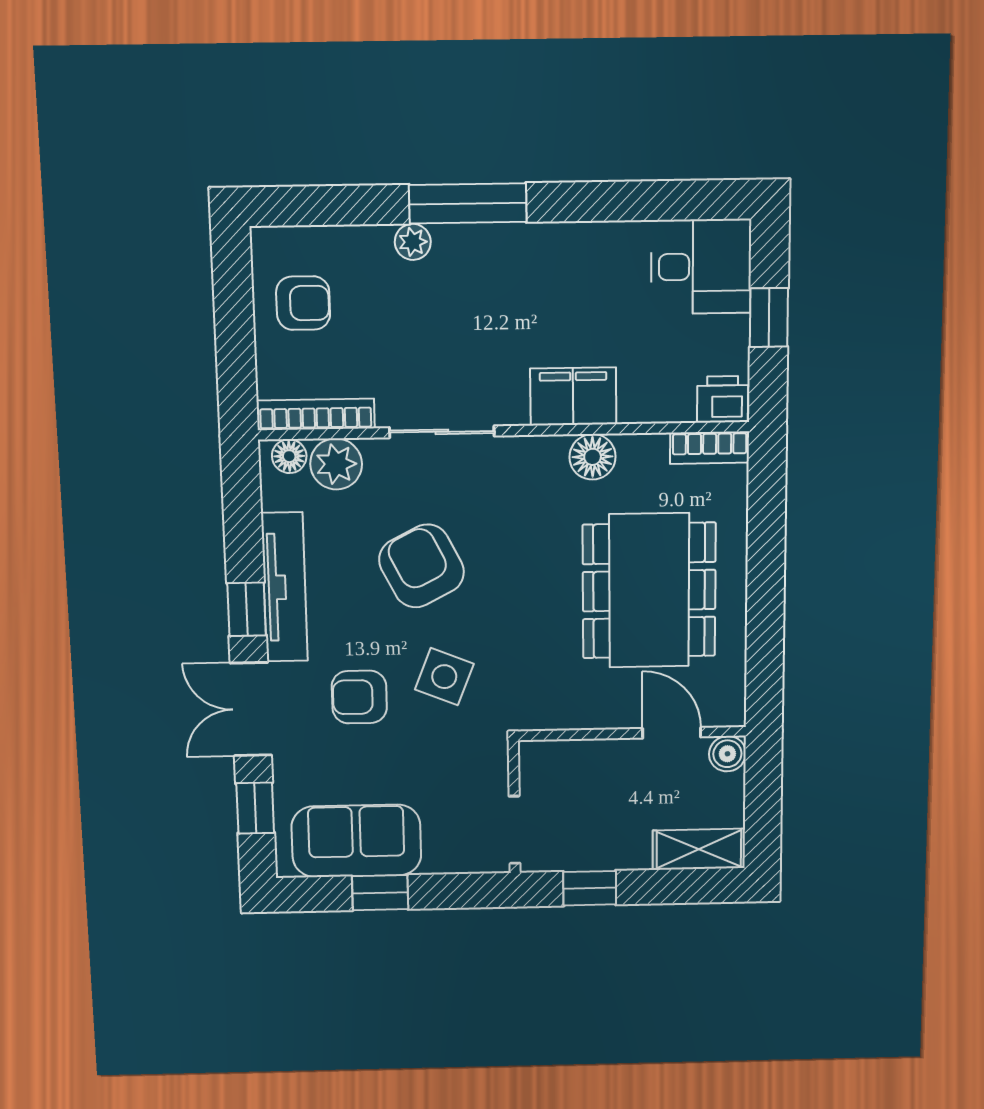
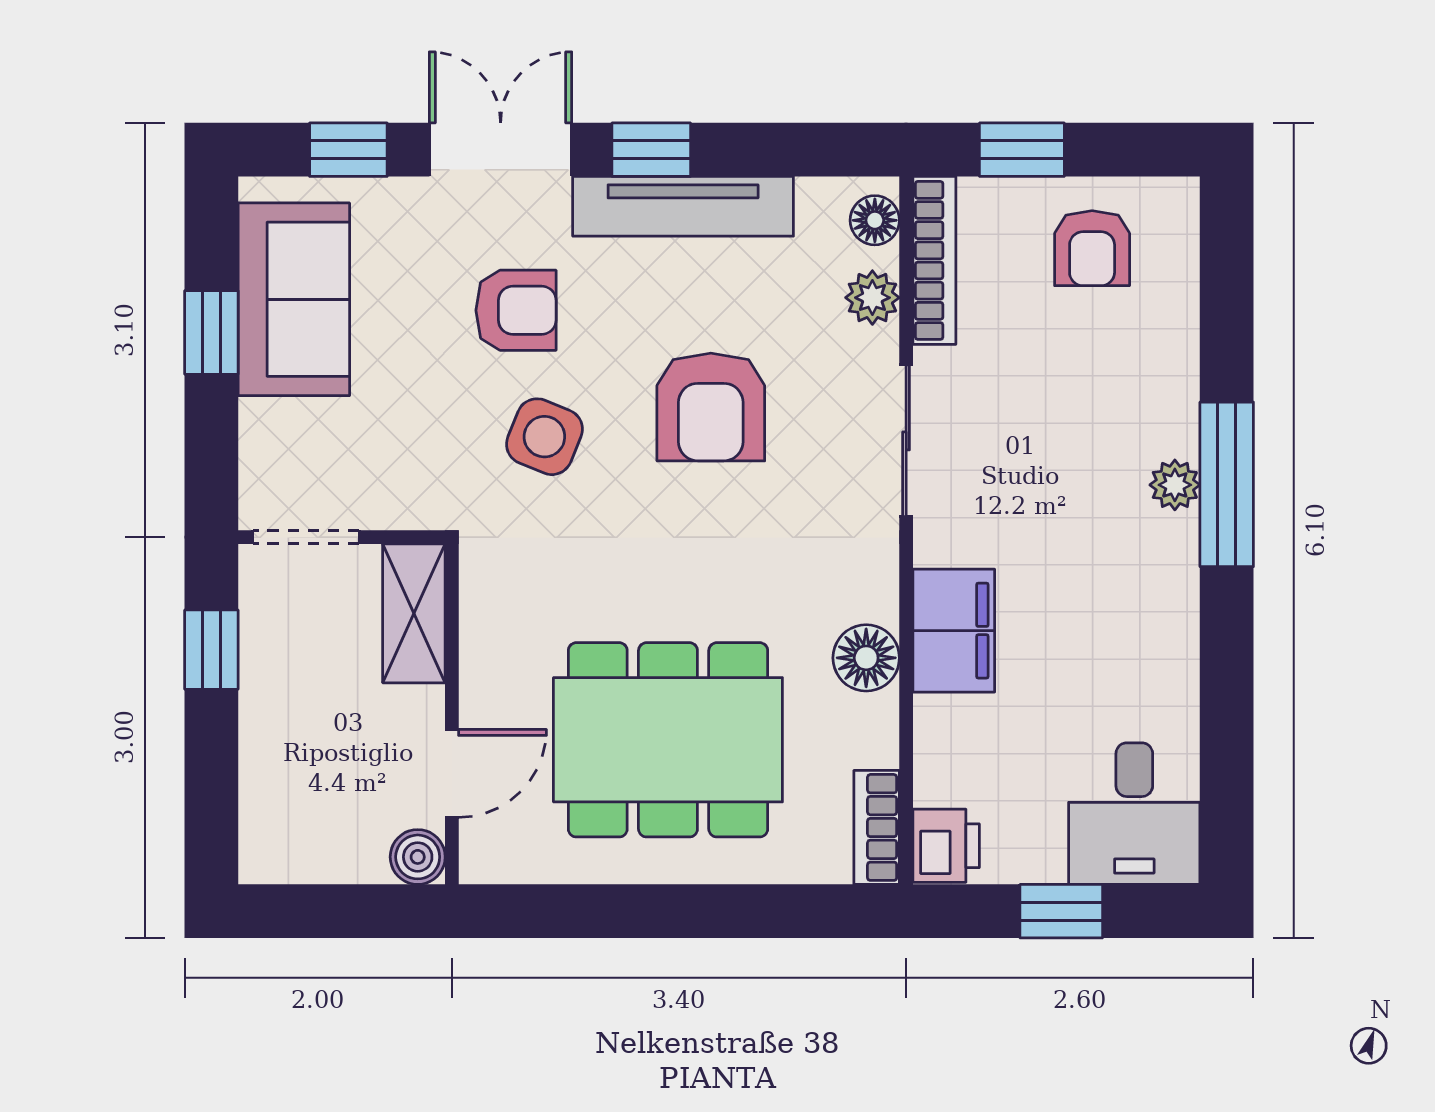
plant: (413, 242) -> (1175, 485), moved
window: (236, 354) -> (1022, 150), added
plant: (336, 464) -> (872, 298), width x0.73, depth x0.73
armchair: (422, 566) -> (711, 407), turned 117
armchair: (359, 697) -> (516, 310), turned 90
shelving: (699, 849) -> (414, 613), moved

